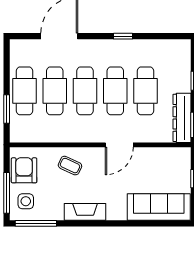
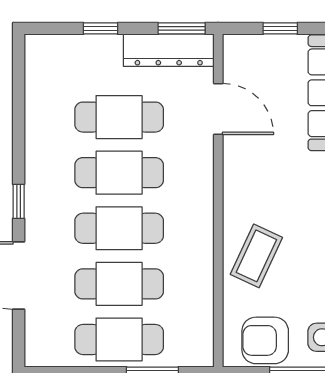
window: (123, 36) -> (19, 201), moved
door: (119, 145) -> (218, 109), moved
coffee table: (70, 166) -> (256, 256), width x1.36, depth x1.30

